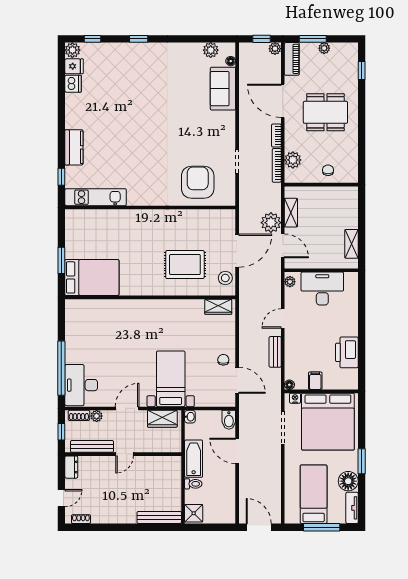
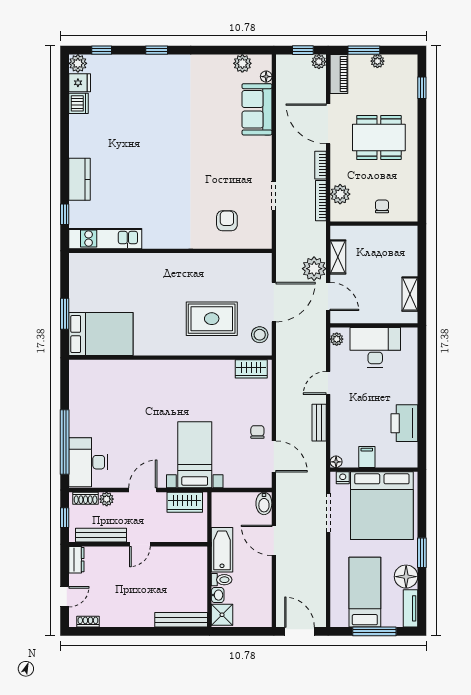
armchair: (198, 182) -> (227, 221), width x0.53, depth x0.53
washbasin: (190, 417) -> (218, 595), moved

